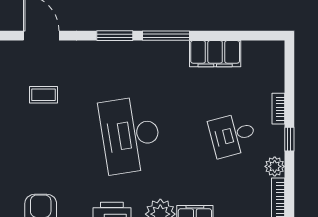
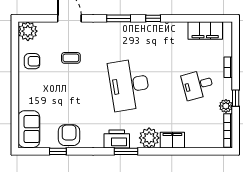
window: (166, 36) -> (153, 18), width x0.46
filing cabinet: (215, 54) -> (205, 30), moved
window: (289, 139) -> (236, 98), moved

